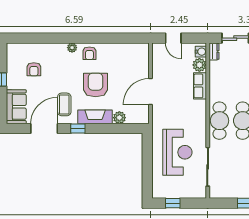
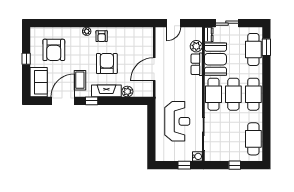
door: (173, 38) -> (174, 23), hinge flipped
water cooler: (201, 52) -> (197, 156), moved
armchair: (34, 69) -> (54, 50), width x1.88, depth x1.88
booth: (222, 80) -> (215, 59), added
window: (173, 203) -> (184, 165), moved

